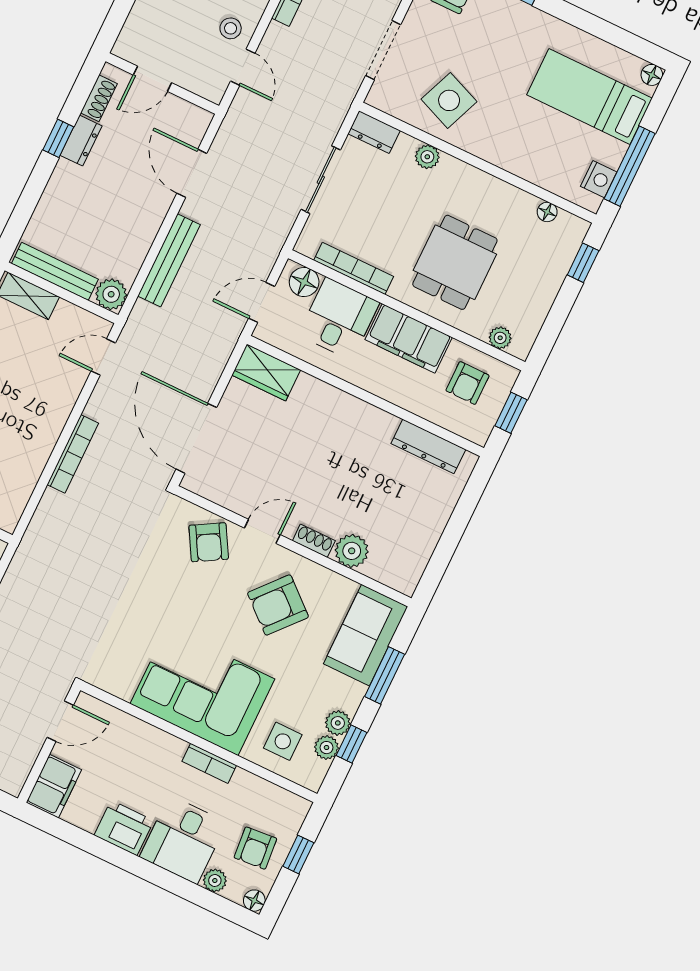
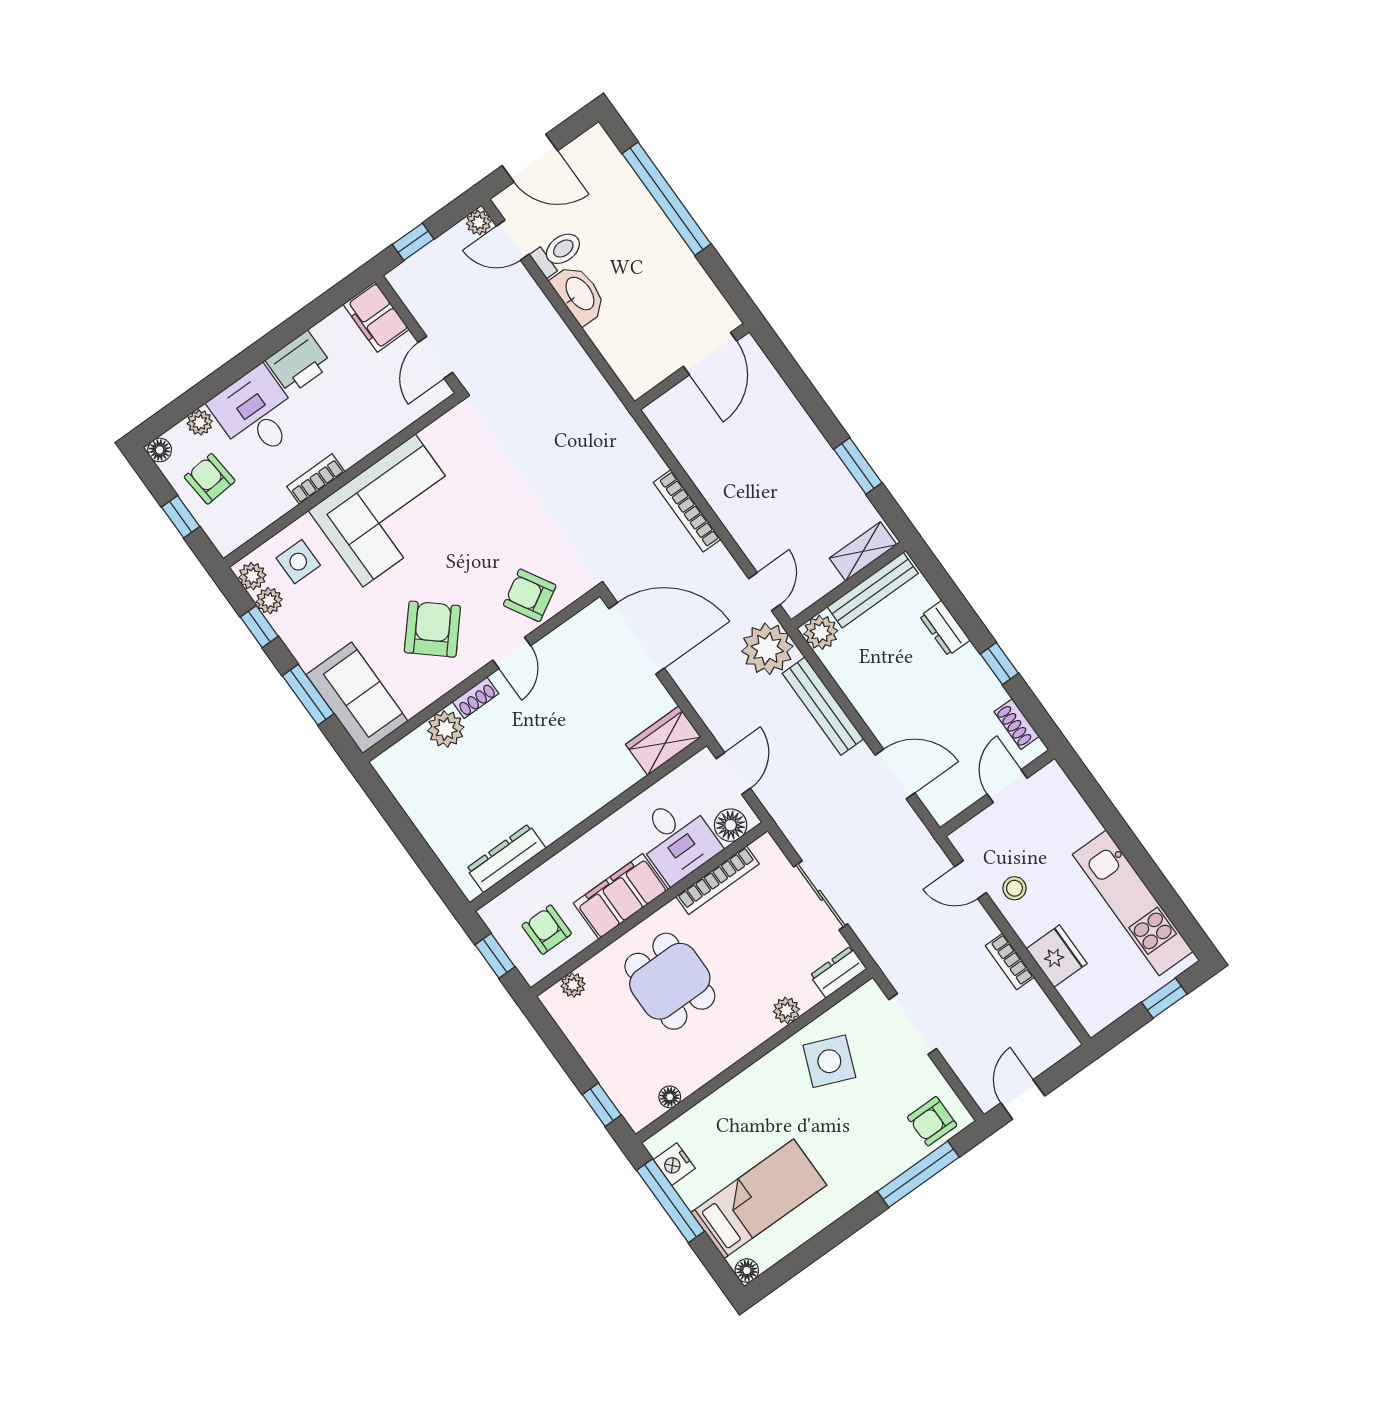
dresser: (81, 141) -> (945, 628), moved
plant: (148, 330) -> (767, 649), added
plant: (338, 723) -> (252, 576), moved

